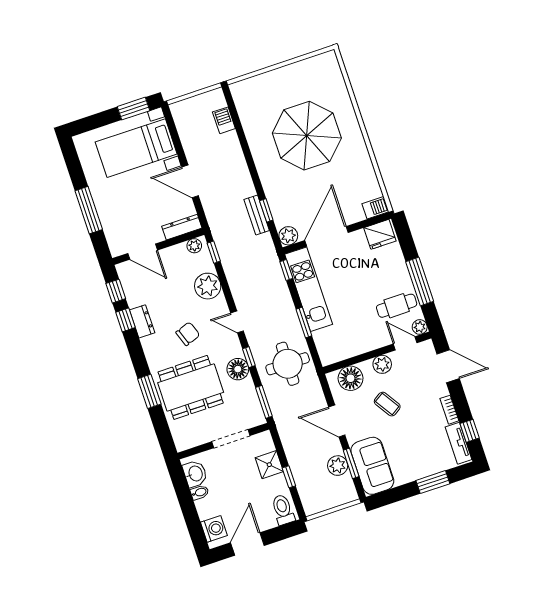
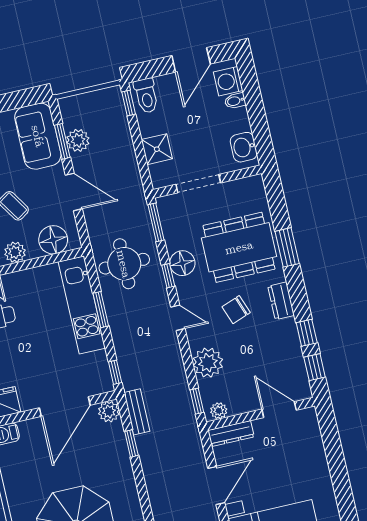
door: (190, 181) -> (216, 486), hinge flipped
window: (89, 210) -> (337, 464), removed
bench: (257, 215) -> (137, 412), moved
kitchen unit: (309, 289) -> (82, 305), moved
dresser: (142, 321) -> (281, 301), moved
window: (289, 477) -> (129, 103), moved
bidet: (200, 492) -> (235, 101), moved

